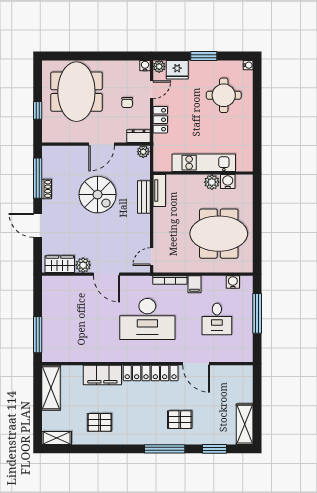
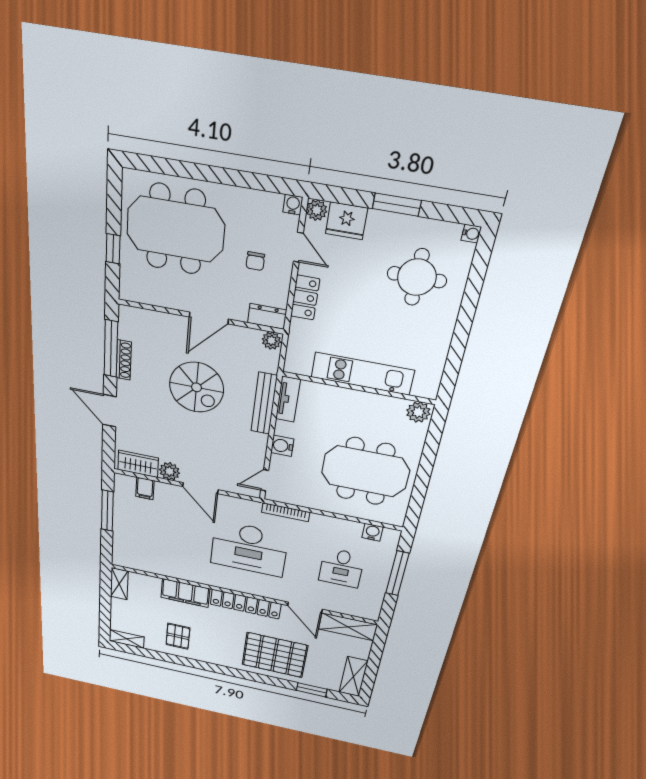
door: (152, 90) -> (298, 247), hinge flipped
meeting table: (76, 92) -> (175, 229), turned 90
plant: (212, 182) -> (418, 412), moved
water cooler: (228, 182) -> (282, 446), moved, turned -90
shoe rack: (47, 189) -> (124, 360), width x1.43
bench: (144, 197) -> (264, 404), width x1.36
filing cabinet: (194, 284) -> (145, 488), moved
window: (38, 335) -> (107, 511), moved
shelving: (231, 374) -> (348, 627), added
shelving: (51, 388) -> (119, 584), width x0.67, depth x0.75
pallet: (180, 420) -> (275, 655), width x2.05, depth x2.00
pallet: (100, 422) -> (178, 636), turned 90
window: (165, 449) -> (252, 677), removed

